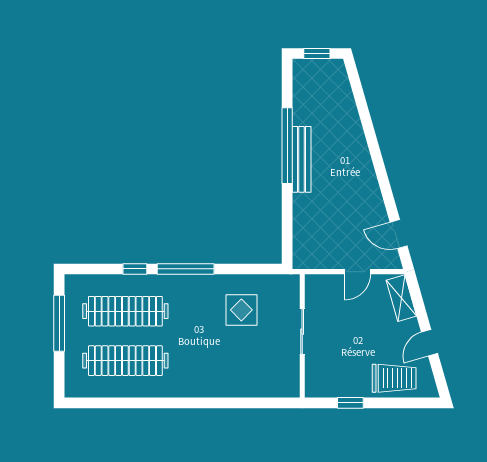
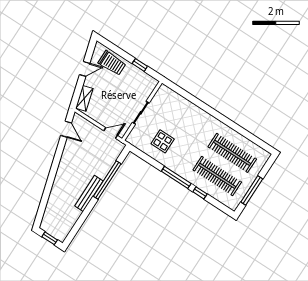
window: (287, 146) -> (107, 180), moved
door: (358, 272) -> (111, 133), moved
trolley: (394, 378) -> (112, 63), turned 180

